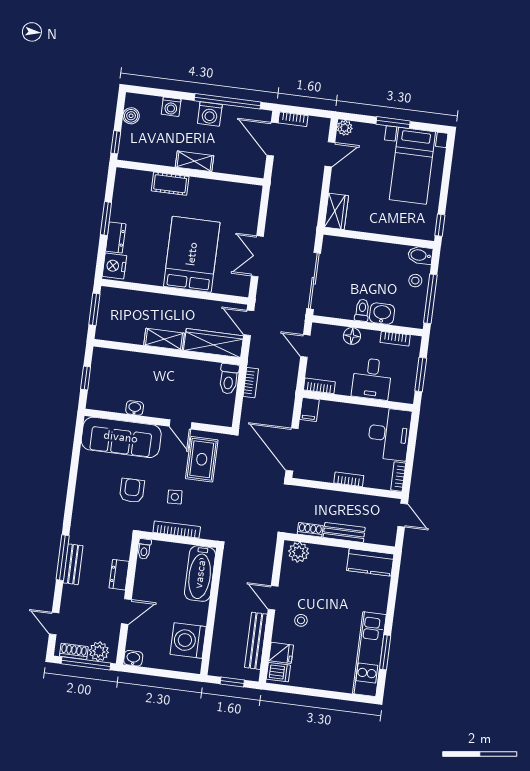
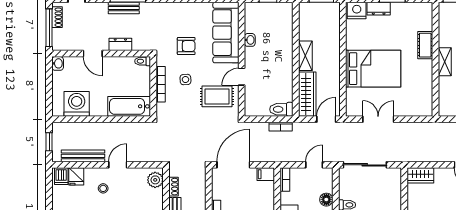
plant: (99, 651) -> (60, 37), removed

